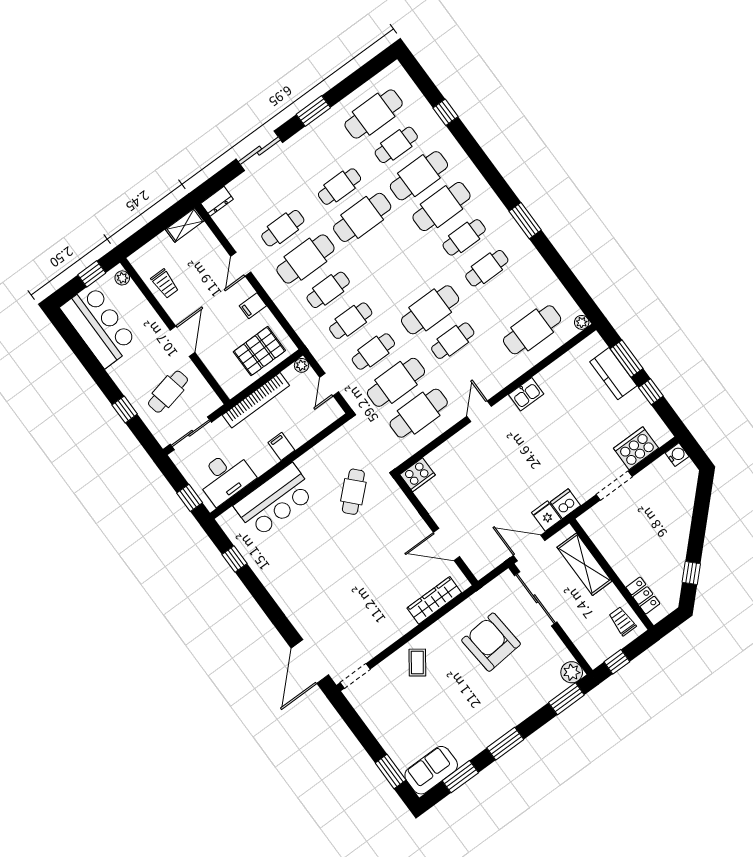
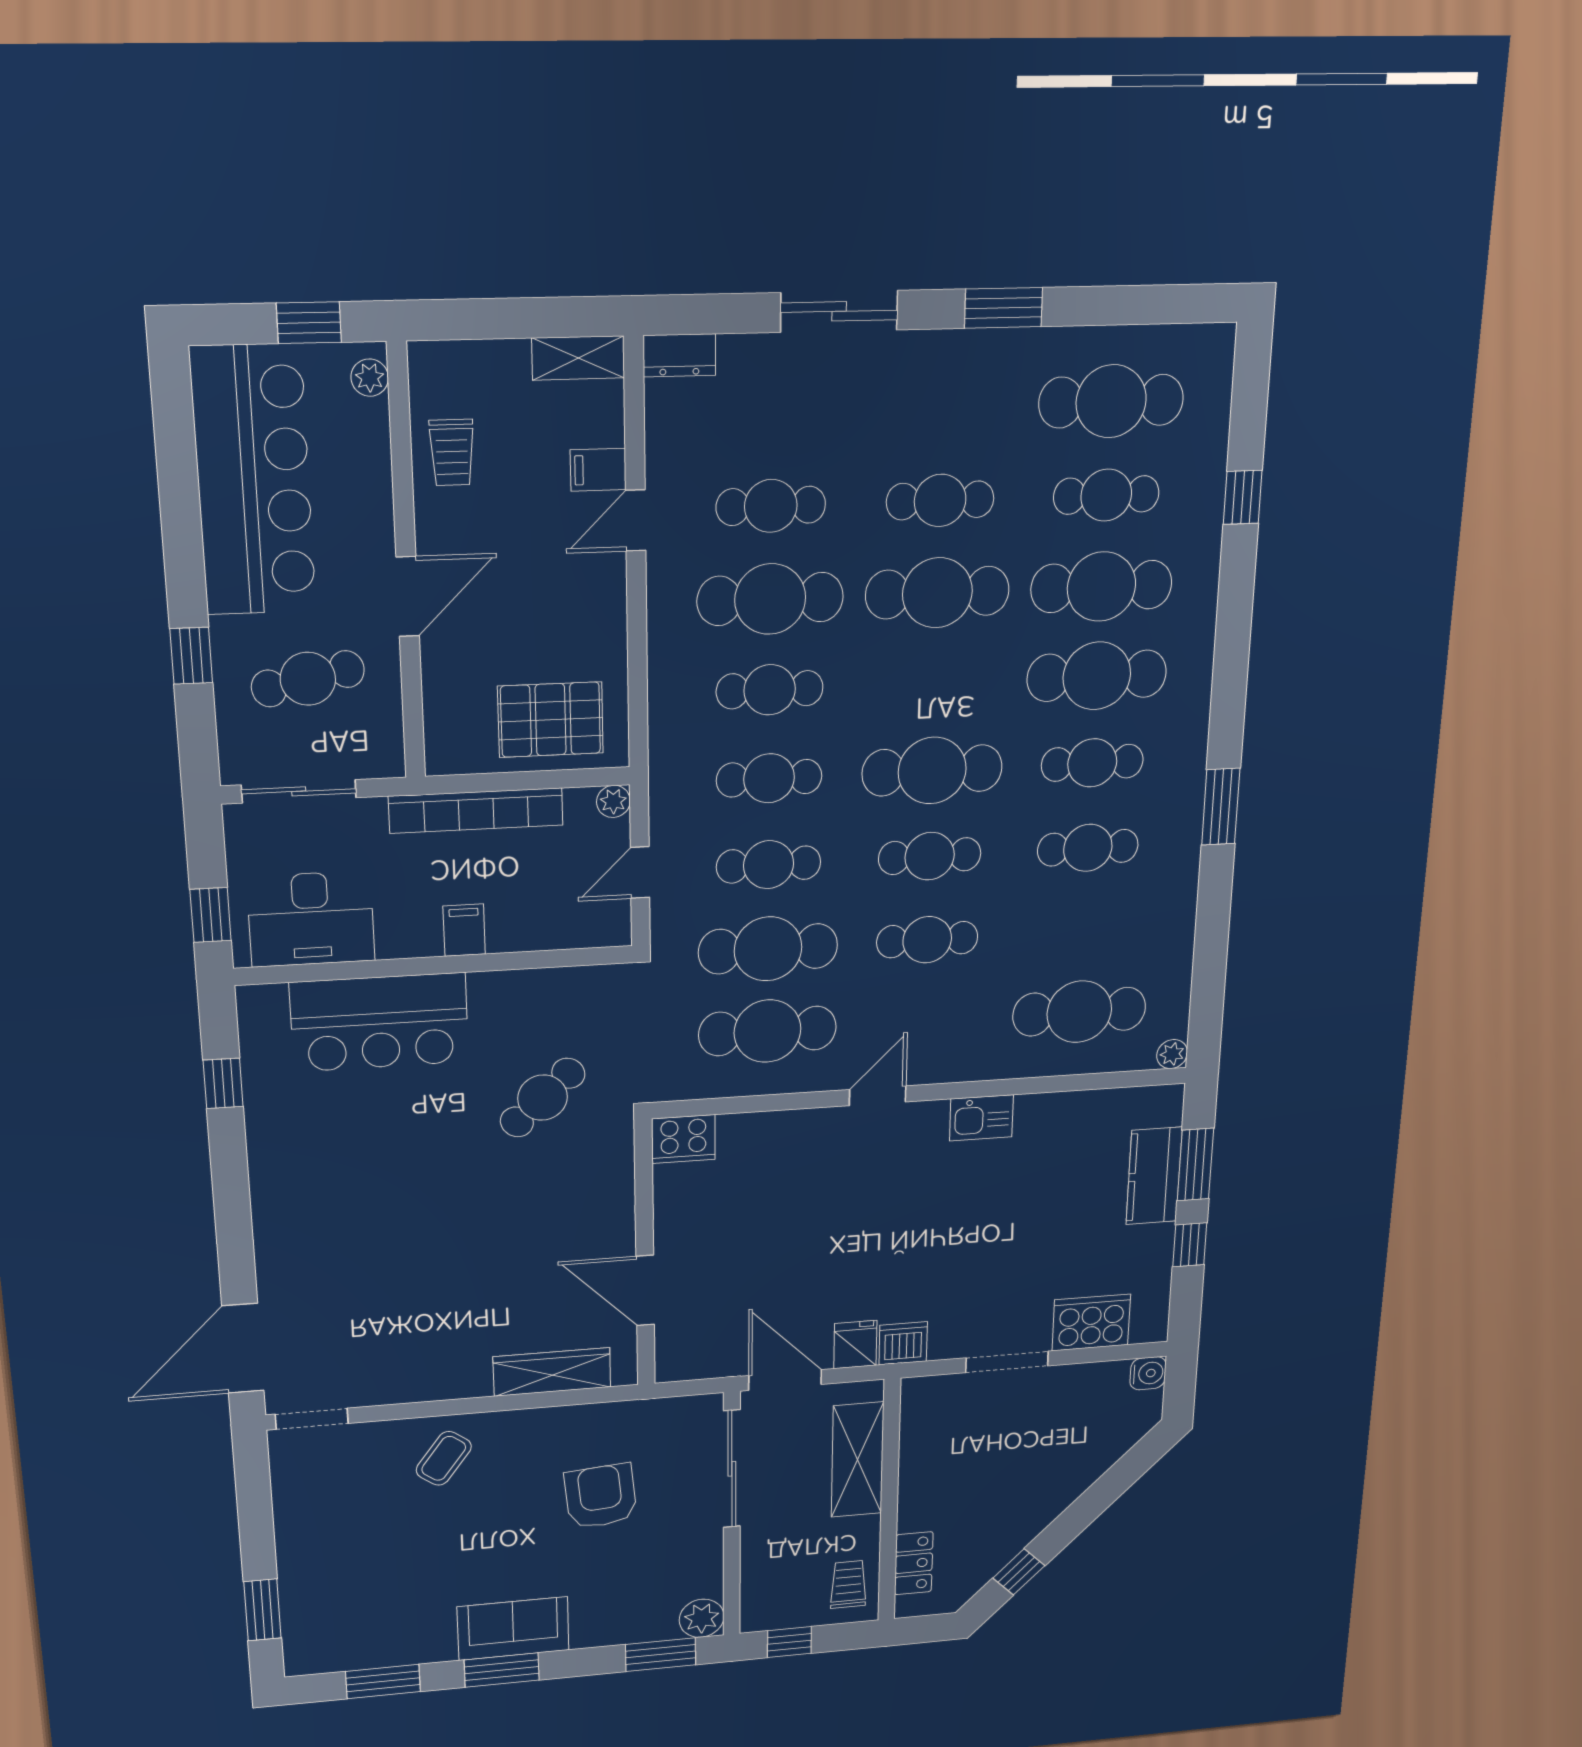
cafe table: (407, 279) -> (932, 770), added
filing cabinet: (253, 306) -> (598, 470), moved
cafe table: (430, 310) -> (930, 856), width x0.73, depth x0.74
bar counter: (99, 326) -> (253, 481), width x1.36
armchair: (491, 642) -> (601, 1496), width x0.73, depth x0.73
sofa: (431, 770) -> (513, 1629), moved

